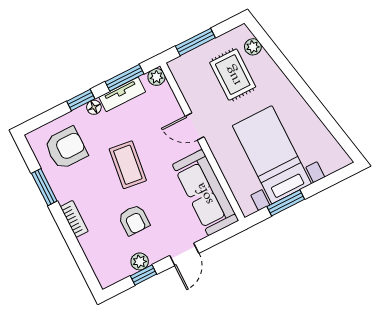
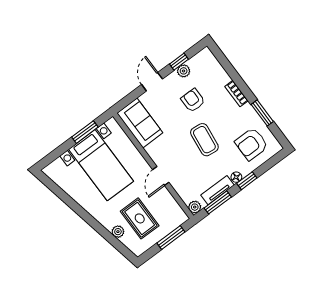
plant: (253, 47) -> (118, 232), moved
door: (195, 127) -> (161, 176), swing flipped
sofa: (205, 193) -> (140, 123), width x0.73

